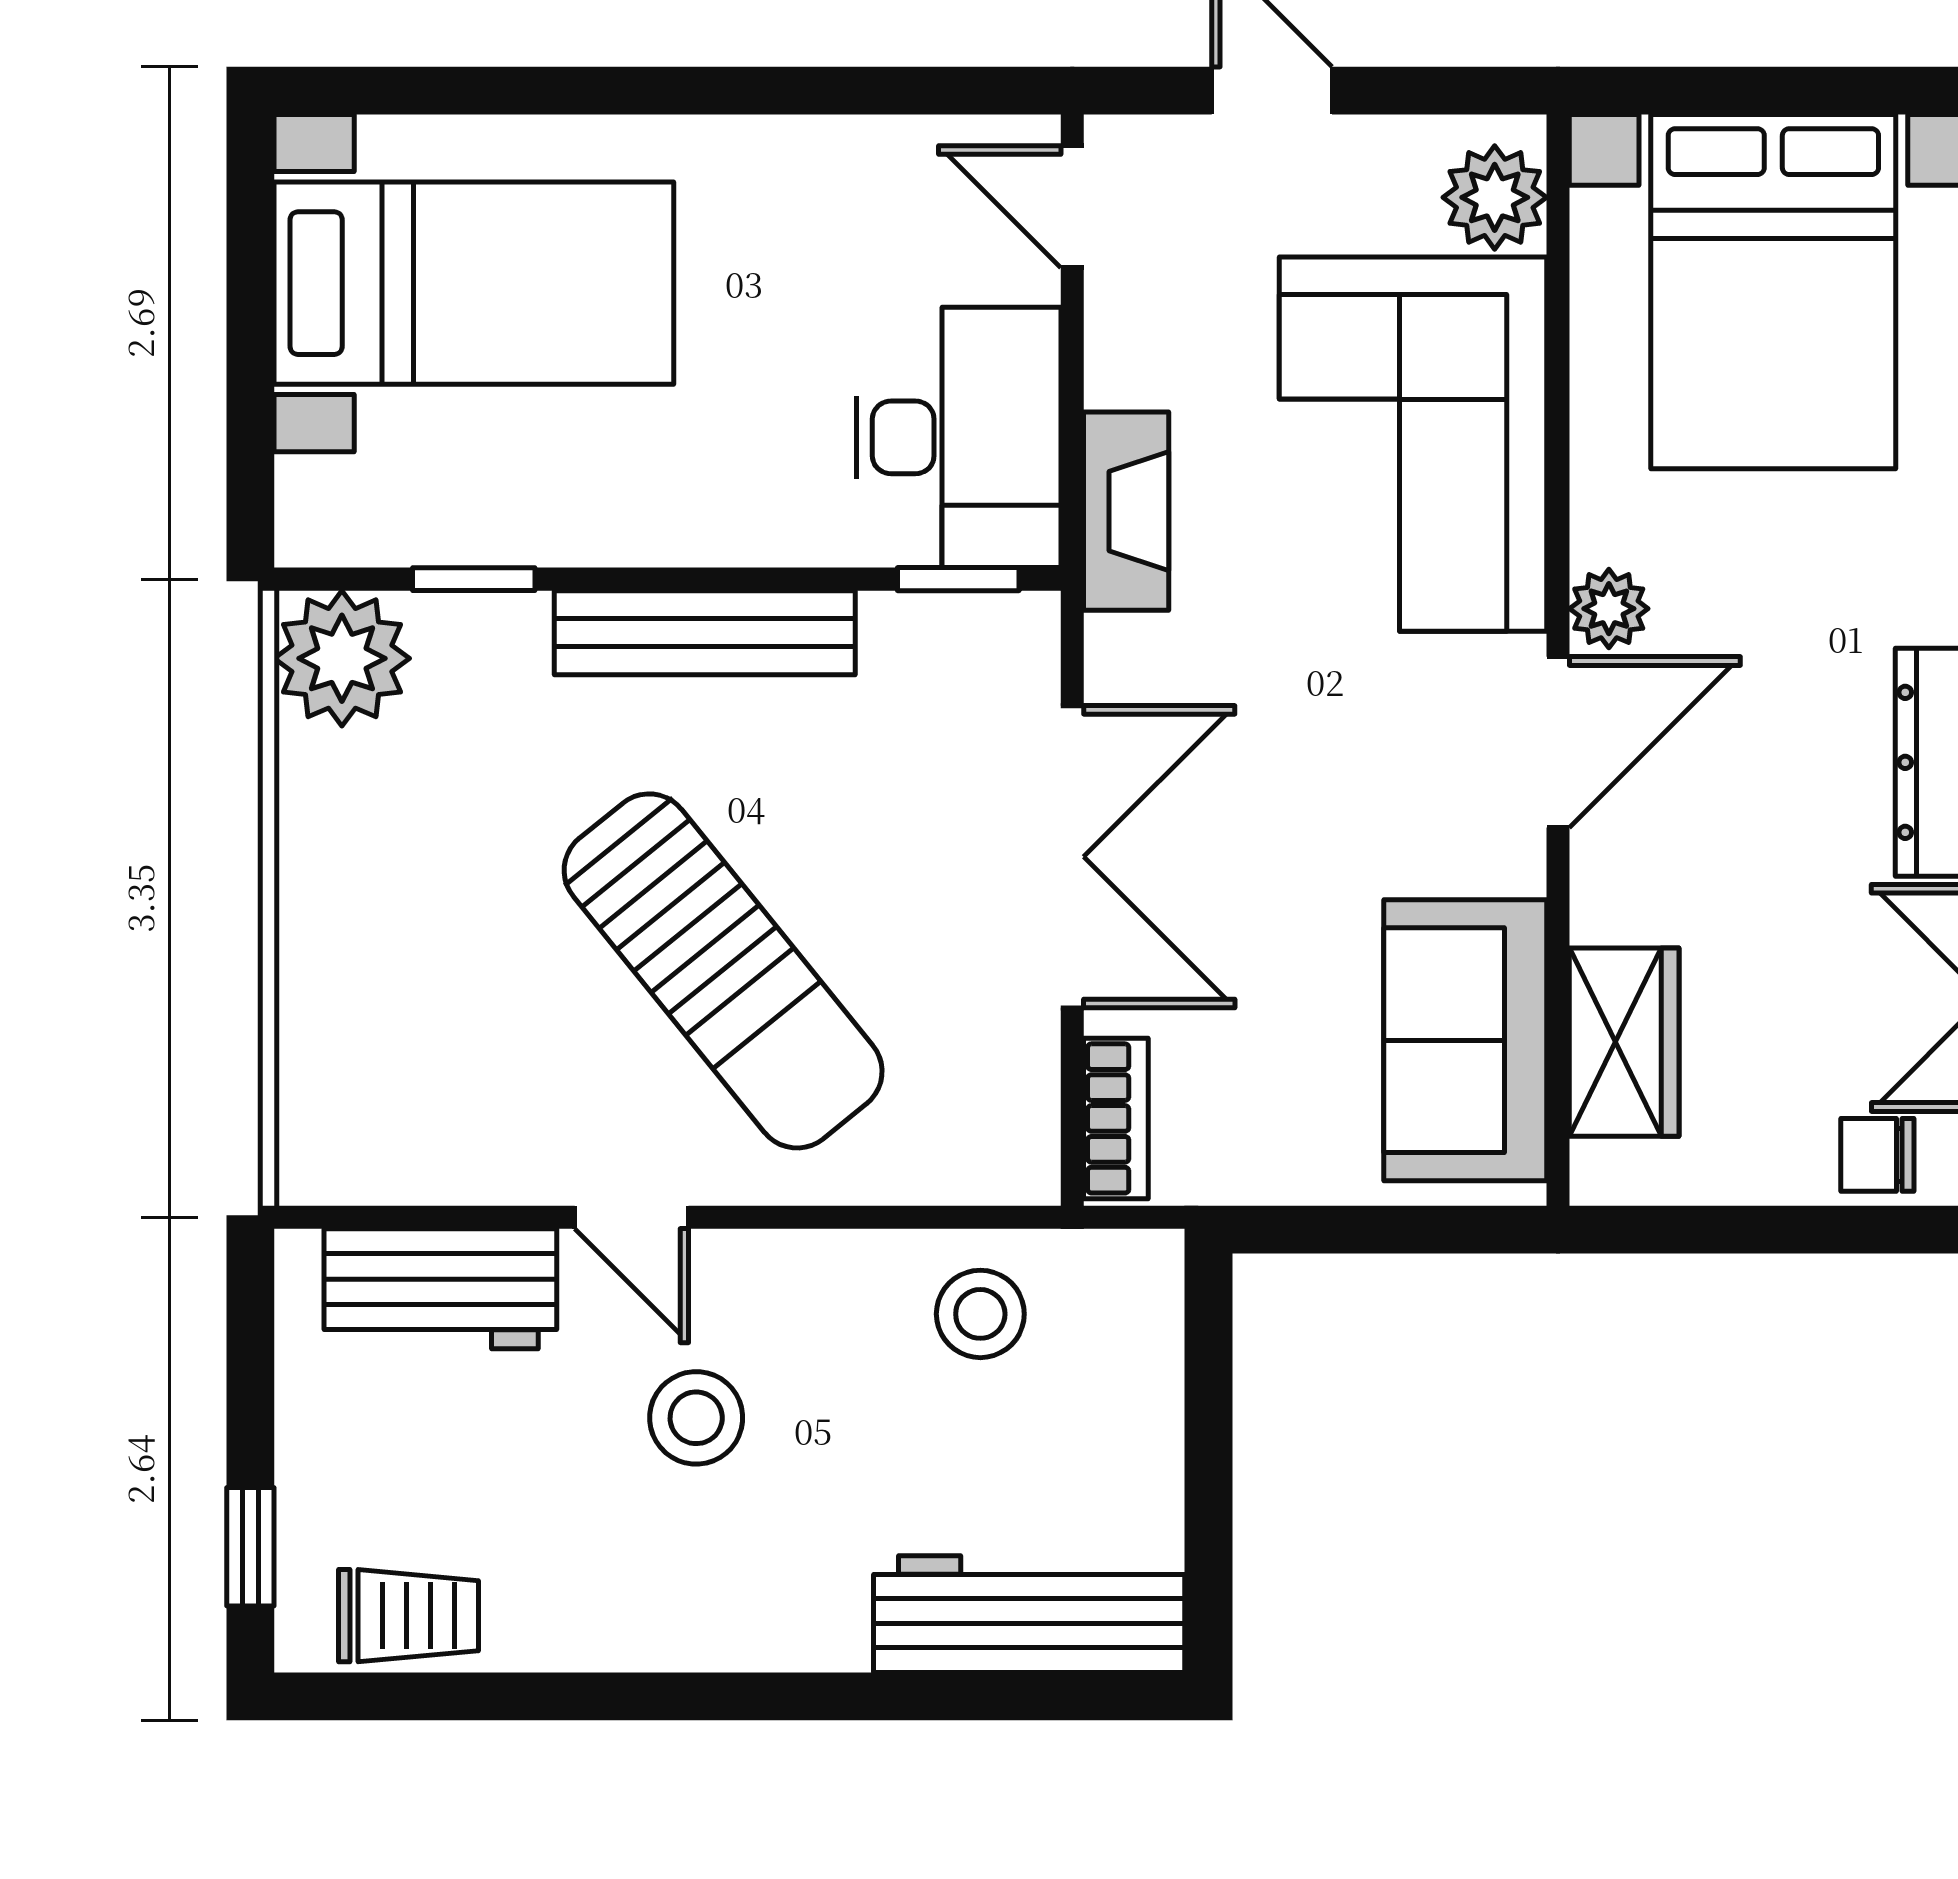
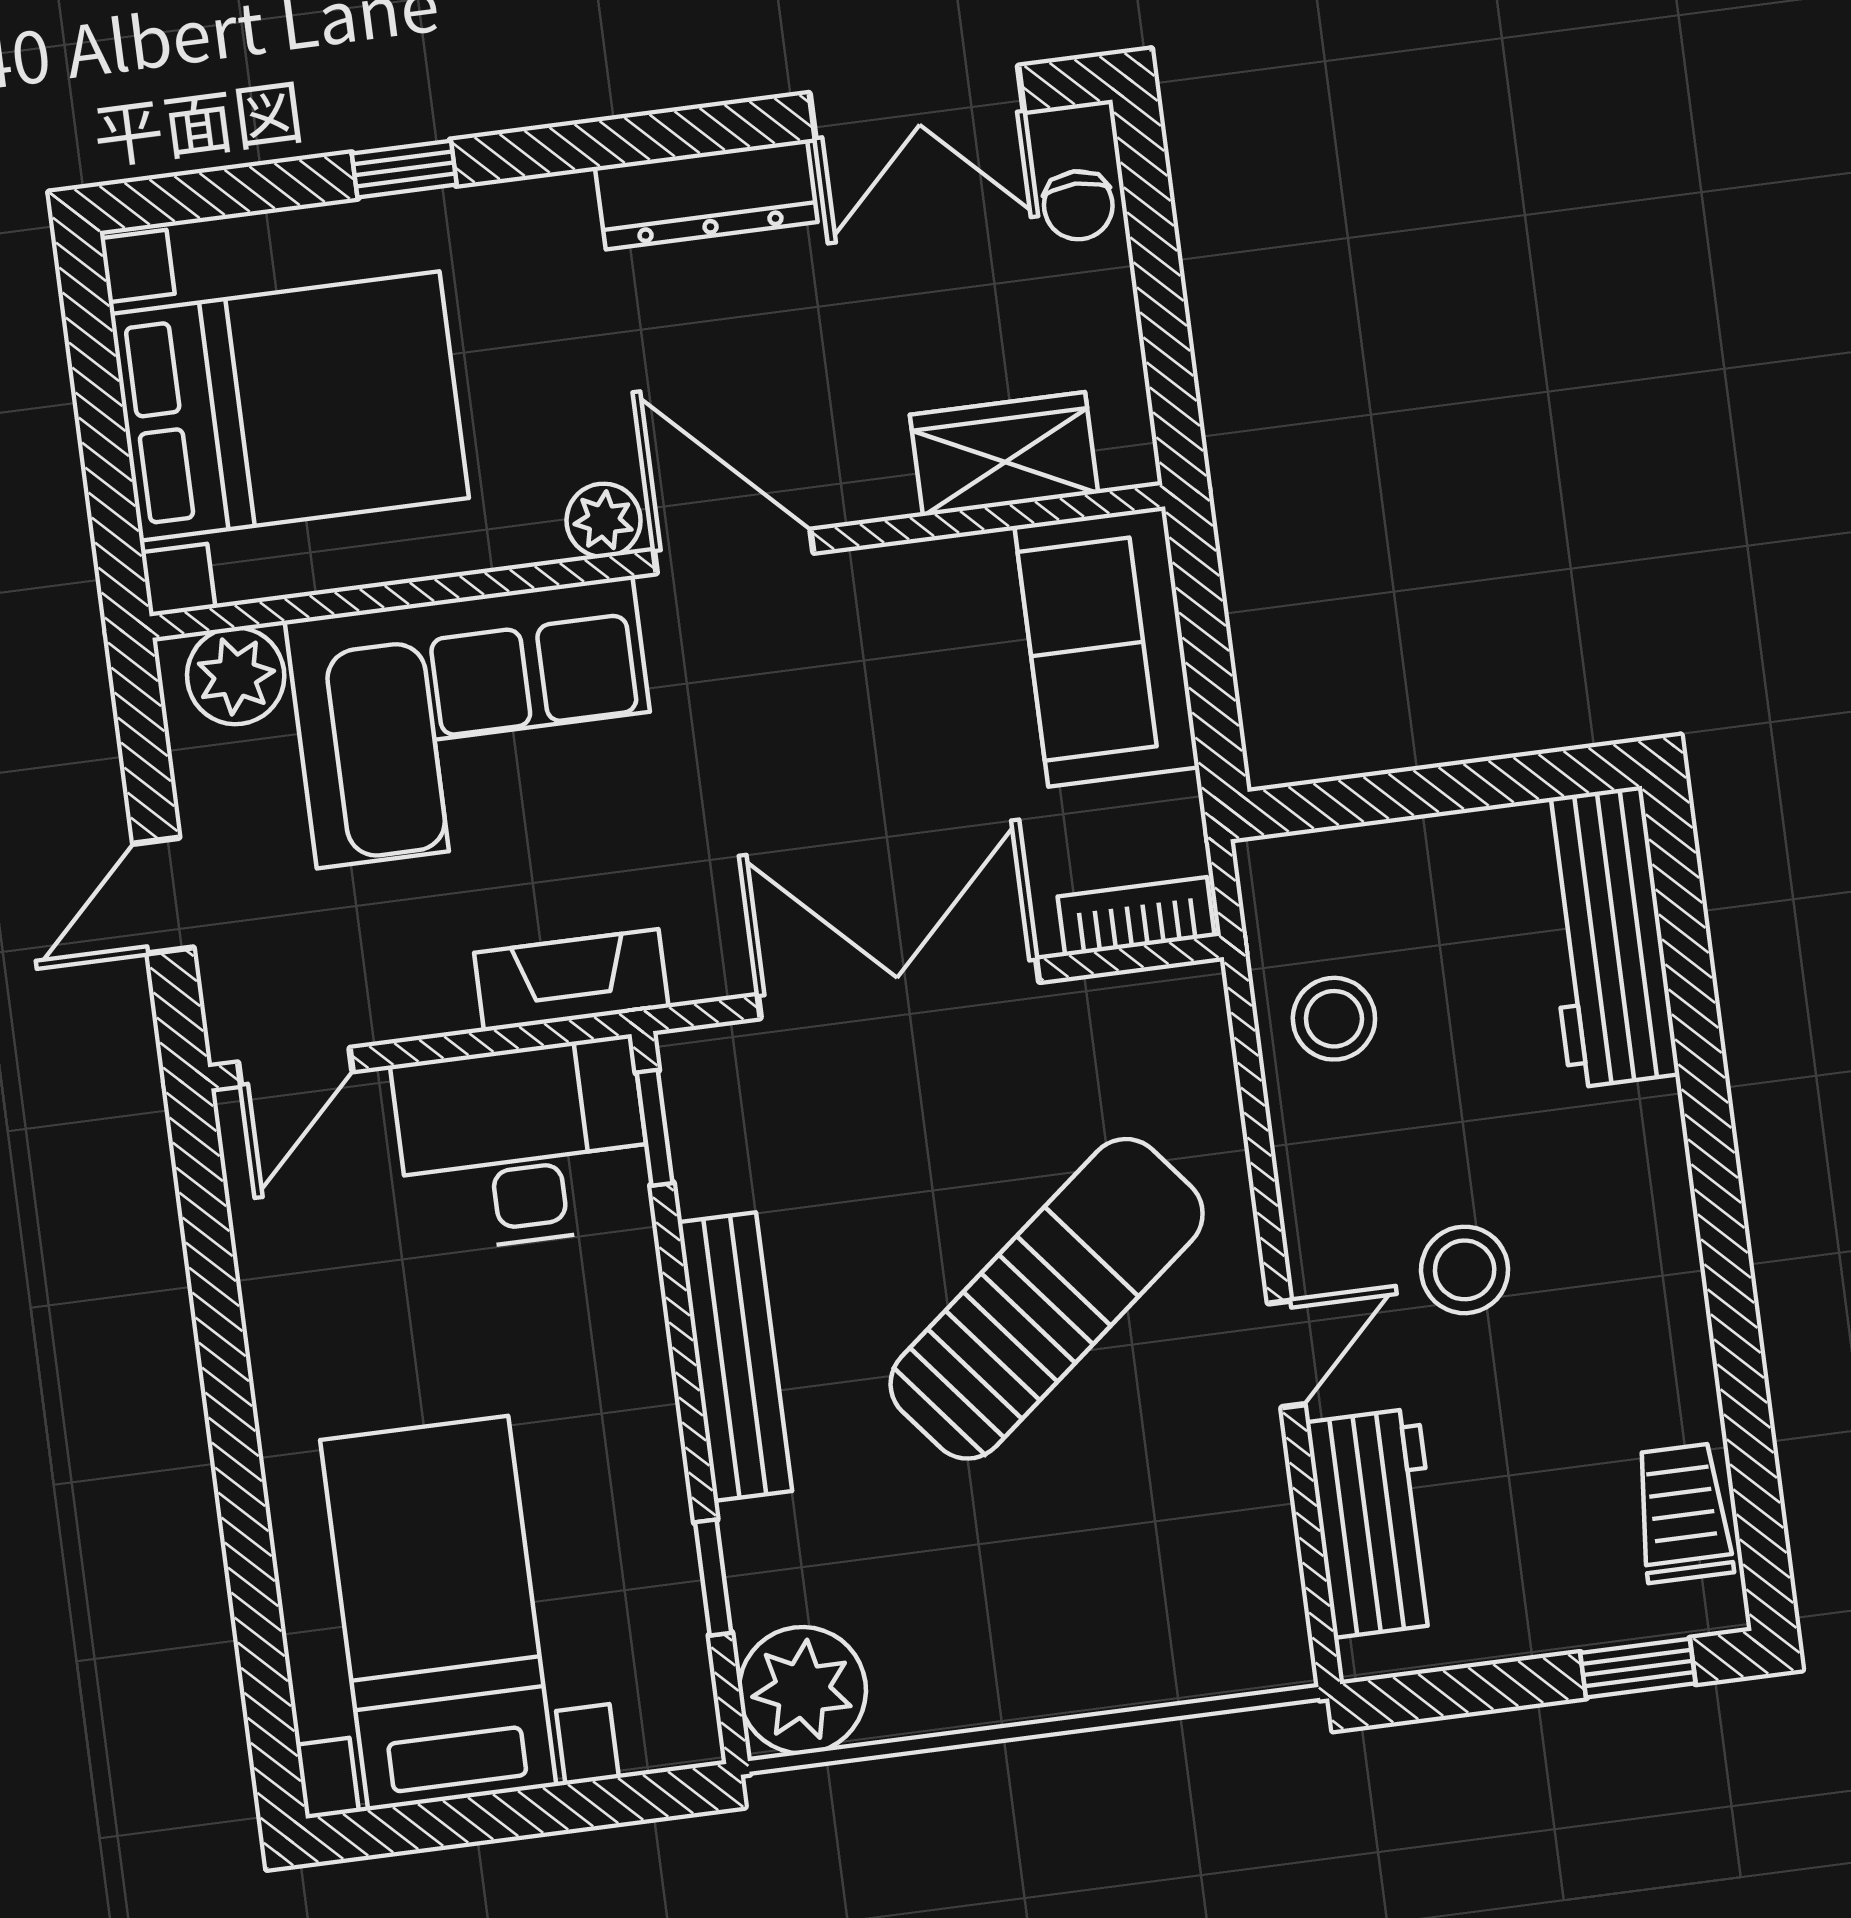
sofa: (1465, 1040) -> (1107, 647), moved, turned 90

